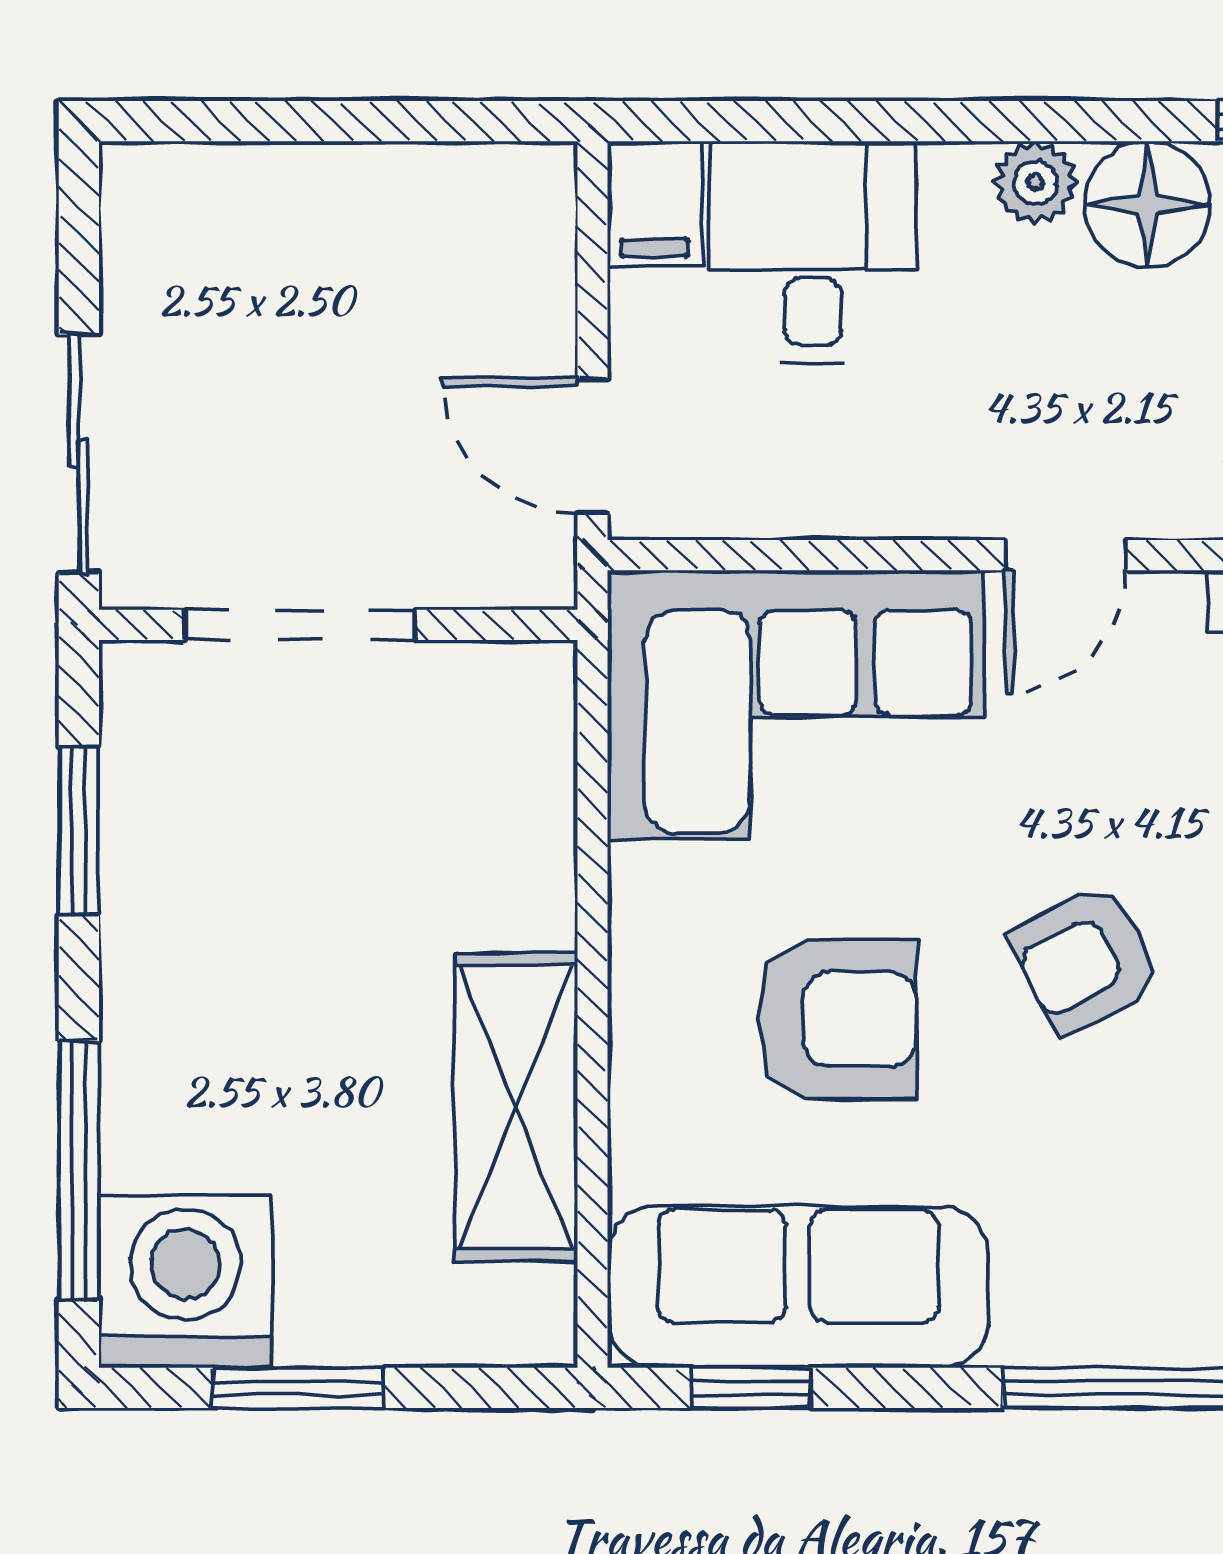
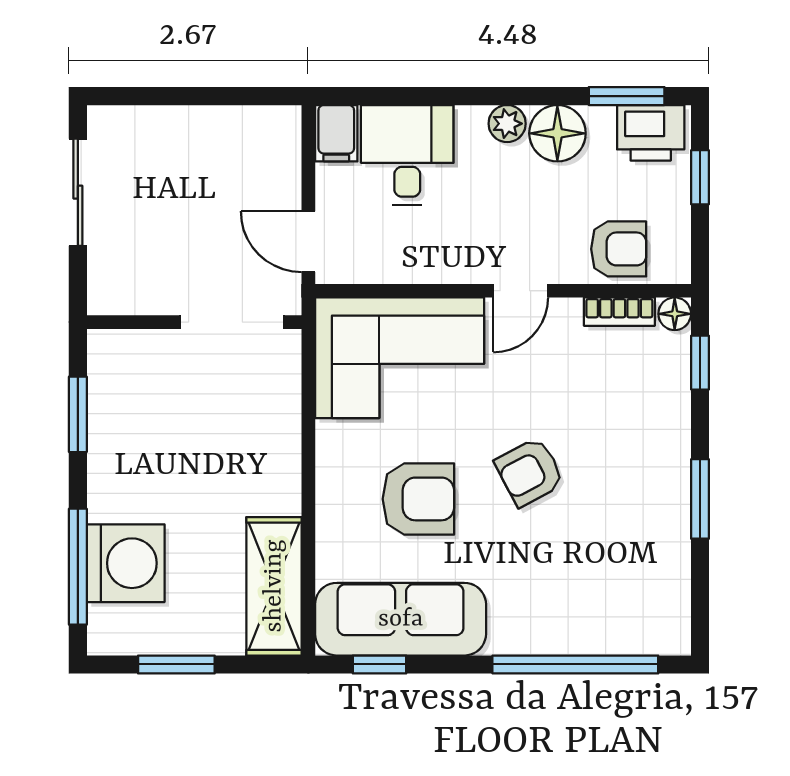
sliding door: (79, 454) -> (78, 192), moved
doorway: (300, 625) -> (232, 322), moved
shelving: (516, 1107) -> (274, 586), moved
washing machine: (185, 1281) -> (126, 563), moved, turned 90

